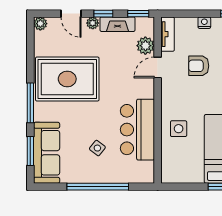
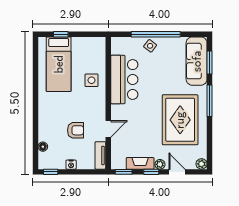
plant: (145, 46) -> (118, 146), removed
rug: (67, 79) -> (180, 120), turned 90
side table: (97, 148) -> (150, 46), moved

